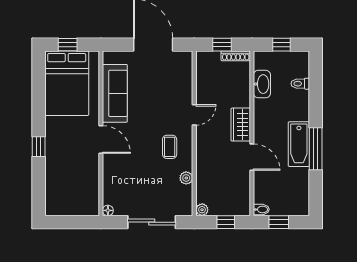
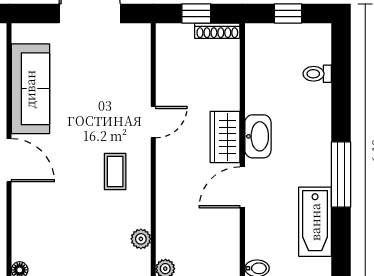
washbasin: (262, 84) -> (258, 136), moved
bathtub: (299, 144) -> (315, 222), moved
door: (252, 157) -> (242, 187), swing flipped
plant: (186, 178) -> (141, 239), moved

